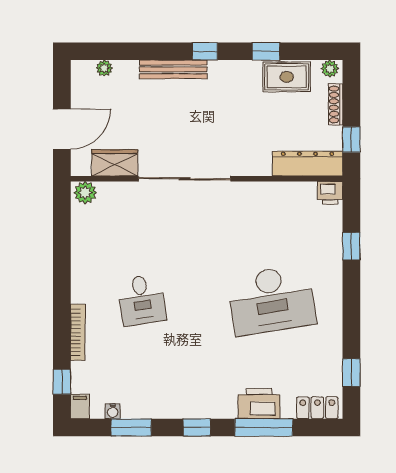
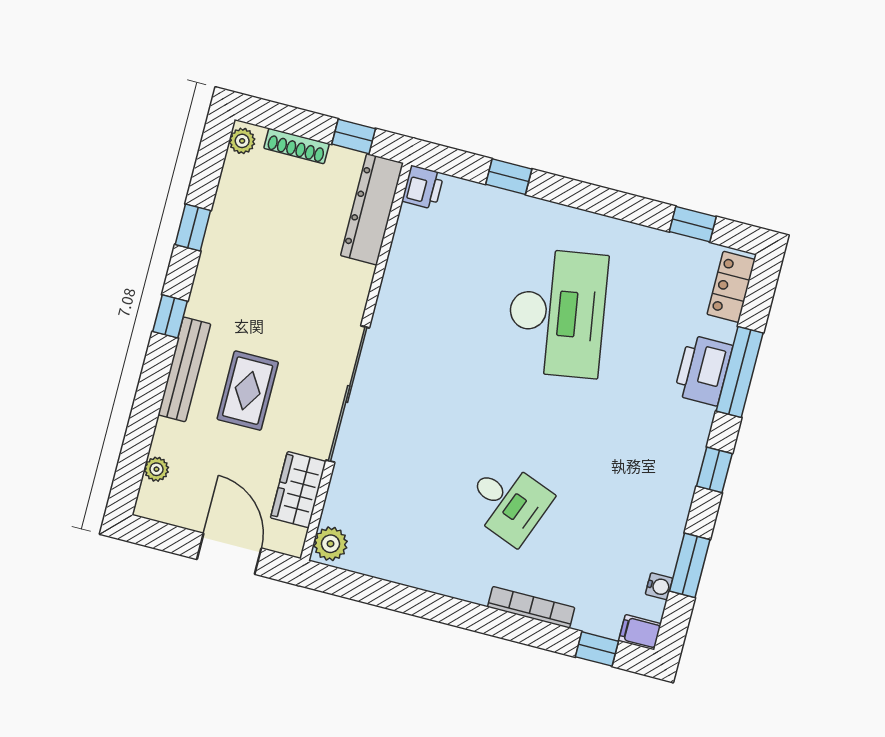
rug: (287, 77) -> (248, 391), moved
desk: (142, 300) -> (508, 502), turned 30

